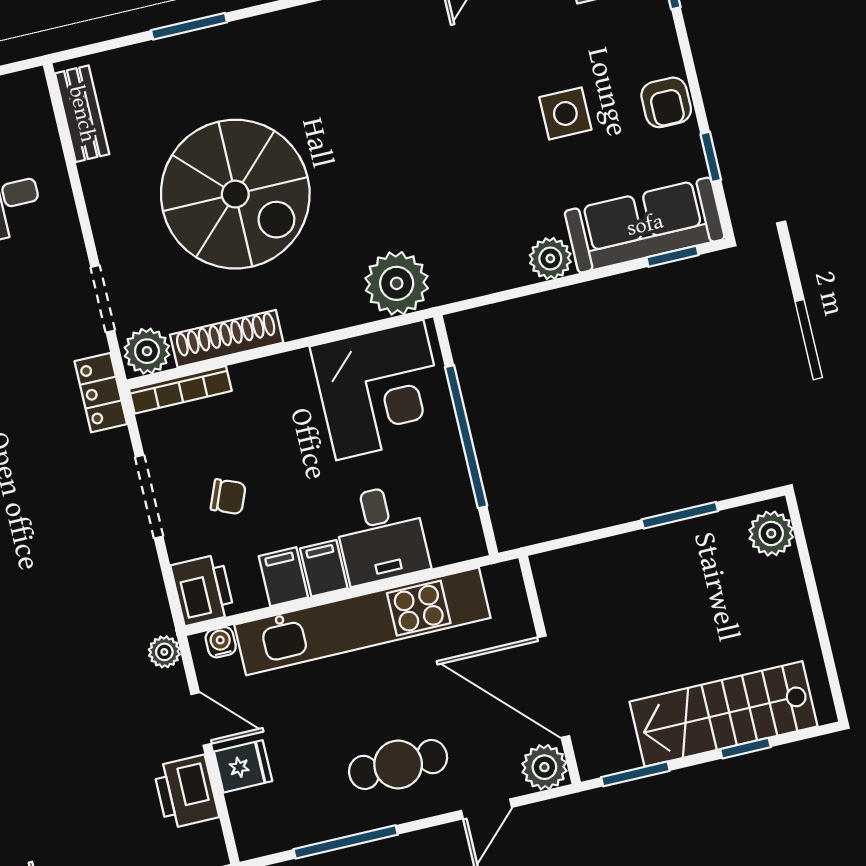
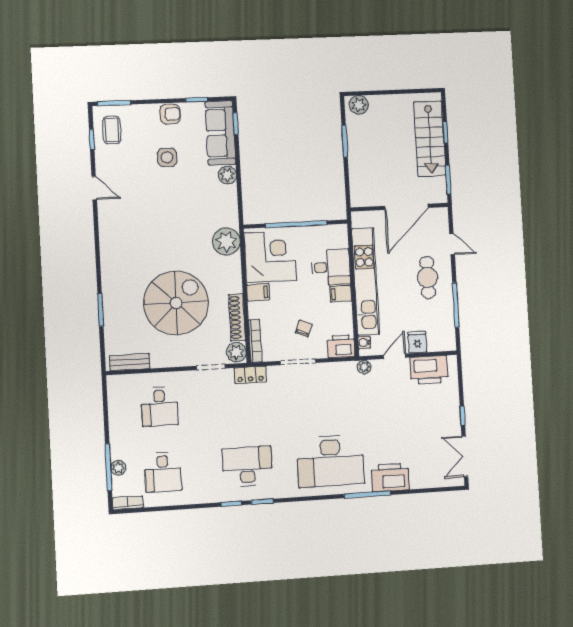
filing cabinet: (283, 577) -> (258, 292), moved, turned 180
plant: (544, 767) -> (439, 217), removed
printer: (186, 792) -> (429, 370), width x1.37, depth x1.19

